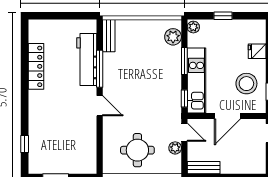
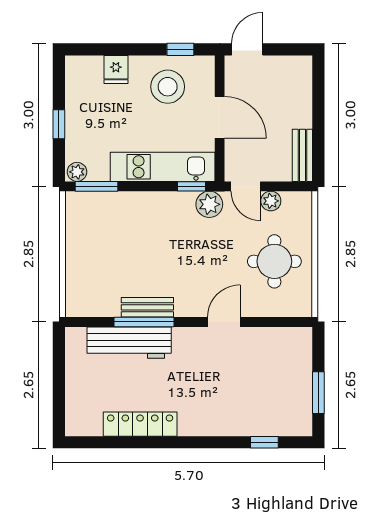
bench: (109, 36) -> (147, 307), moved
plant: (173, 37) -> (209, 204), moved
window: (184, 61) -> (97, 186), moved
door: (100, 106) -> (224, 322), moved
door: (184, 132) -> (246, 186), swing flipped

